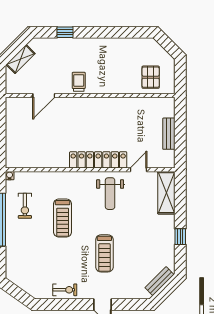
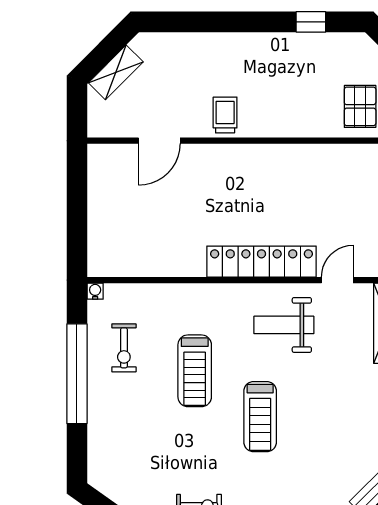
window: (65, 32) -> (311, 22), moved
weight bench: (110, 194) -> (284, 325), turned 90
treadmill: (104, 253) -> (260, 417), moved

